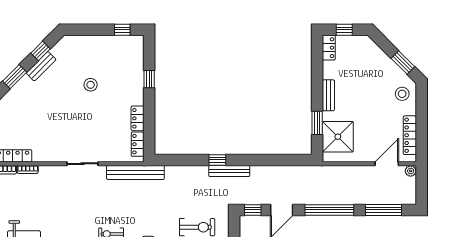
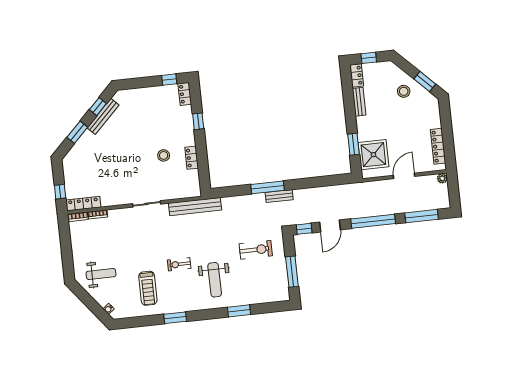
bench: (41, 66) -> (103, 116), width x1.36
stool: (91, 85) -> (164, 155), moved
stool: (402, 94) -> (404, 91), moved
bench: (328, 95) -> (359, 102), moved
locker: (138, 144) -> (185, 94), moved
window: (217, 160) -> (267, 187), width x2.17
door: (387, 164) -> (404, 176), moved
bench: (229, 171) -> (279, 196), width x0.73

